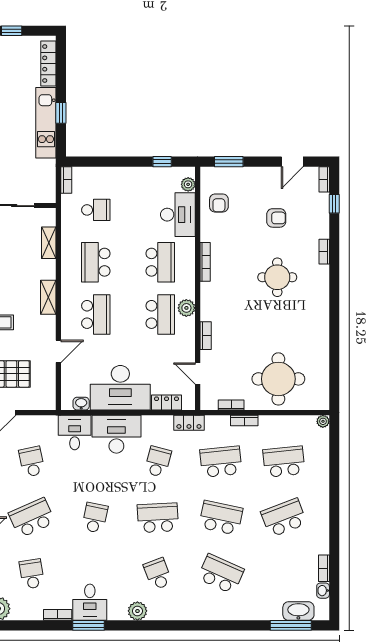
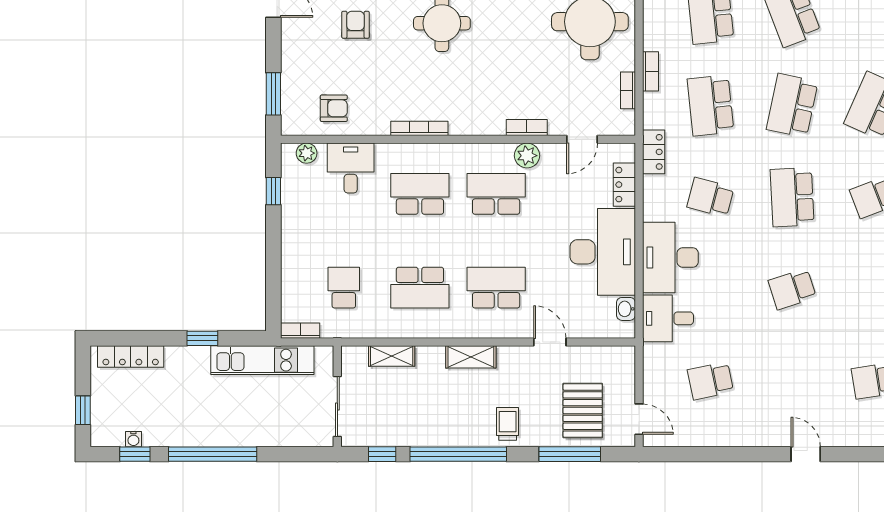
kitchen unit: (46, 123) -> (262, 360), moved
desk: (178, 215) -> (351, 168), width x0.73
plant: (186, 308) -> (527, 156), moved
school desk: (32, 518) -> (792, 381), removed
school desk: (95, 518) -> (792, 289), turned -30

